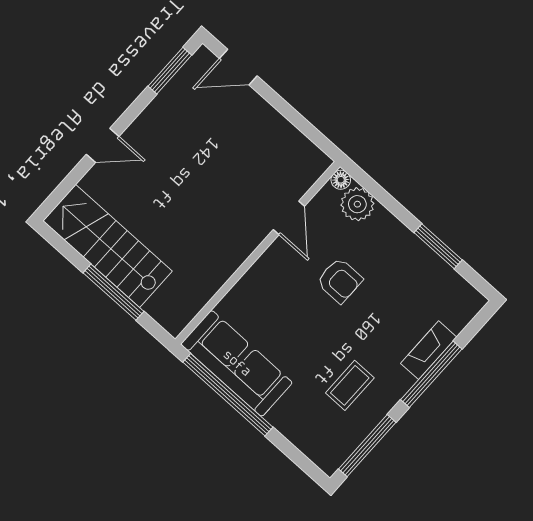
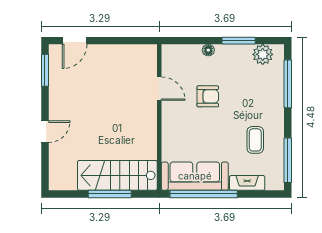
floor lamp: (341, 180) -> (208, 50), moved
plant: (357, 204) -> (263, 54), moved
stairs: (108, 246) -> (117, 175), moved
fireplace: (429, 350) -> (247, 183), moved, turned 90
window: (431, 374) -> (288, 84), moved

